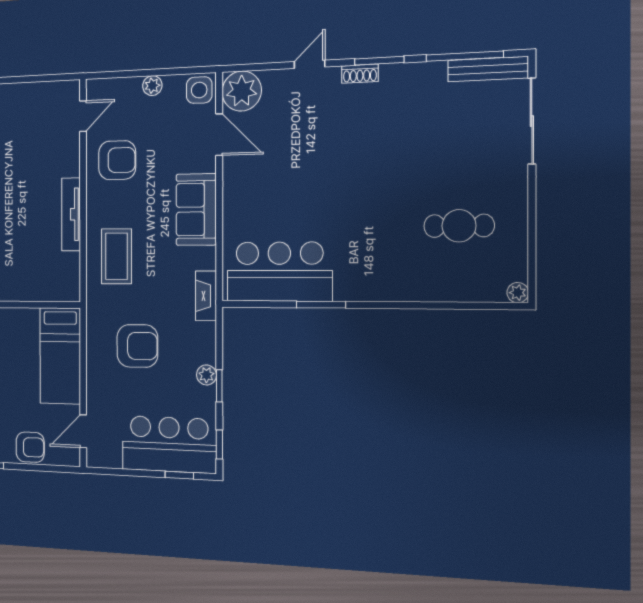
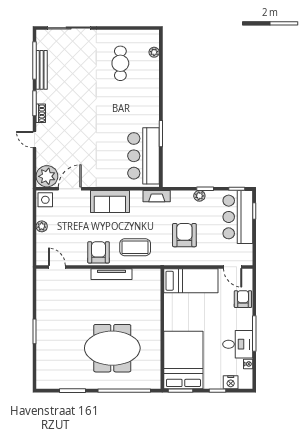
bench: (488, 69) -> (42, 70), moved
armchair: (117, 160) -> (99, 252), moved
plant: (518, 293) -> (154, 52), moved

